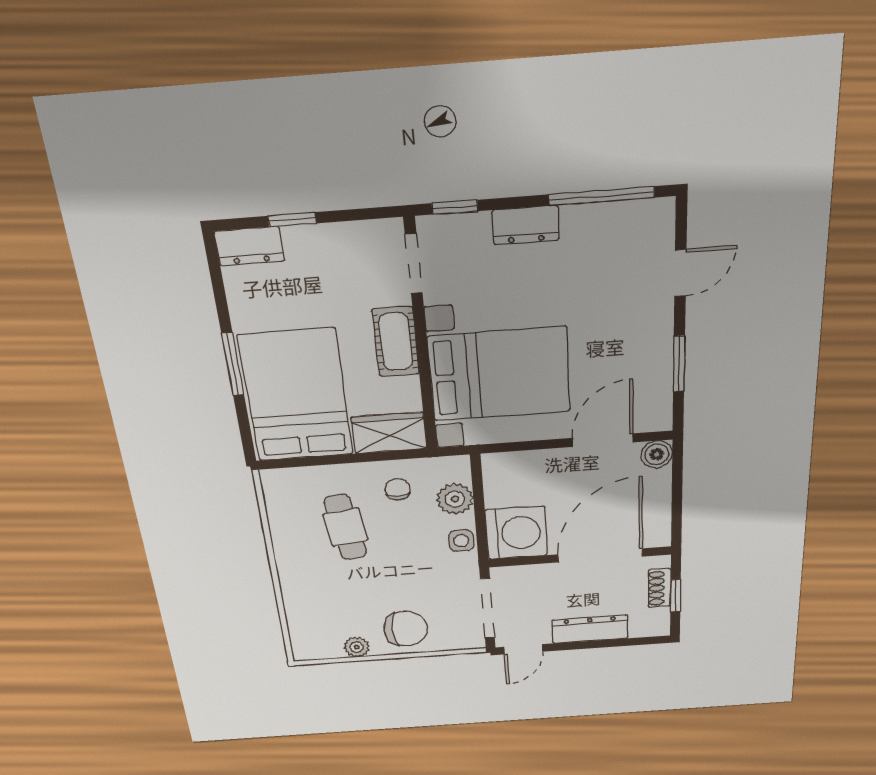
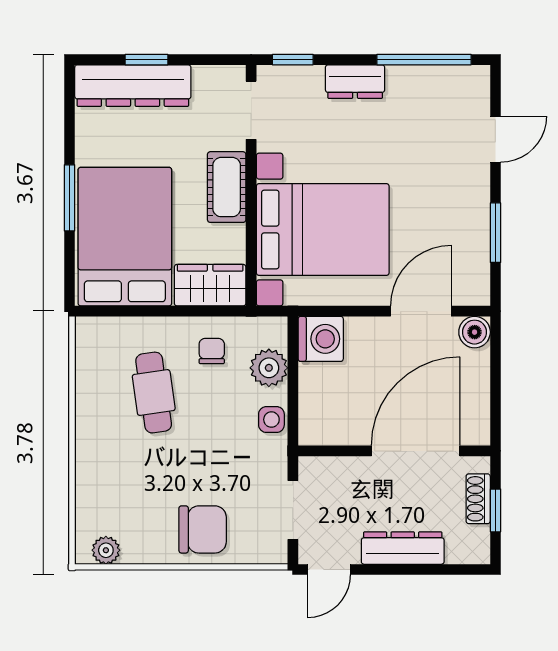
dresser: (249, 246) -> (133, 86), width x1.96, depth x1.24
washing machine: (516, 533) -> (321, 339), moved, width x0.73, depth x0.73
doorway: (487, 608) -> (293, 510), width x0.73
plant: (357, 647) -> (106, 550), moved

